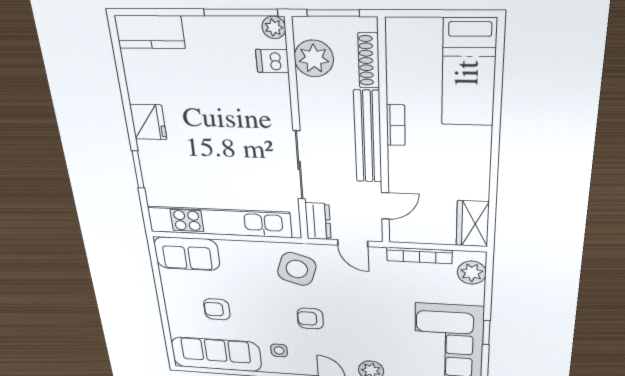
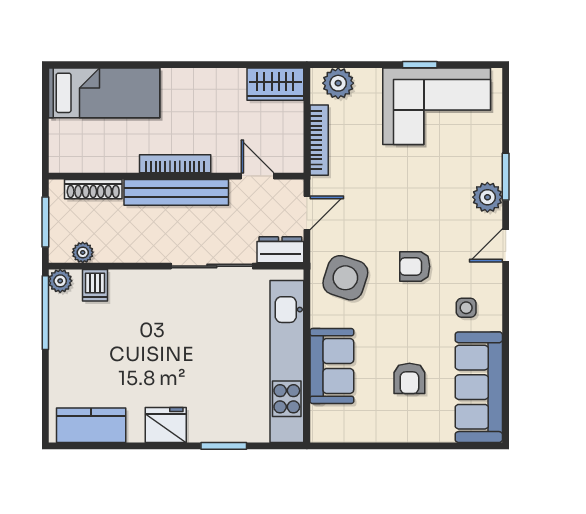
kitchen counter: (150, 32) -> (91, 425), moved, turned -90
plant: (314, 58) -> (83, 252), width x0.53, depth x0.53
bookcase: (396, 125) -> (175, 164), width x1.56
sofa: (187, 254) -> (332, 366), moved
armchair: (310, 319) -> (415, 267), turned 90

